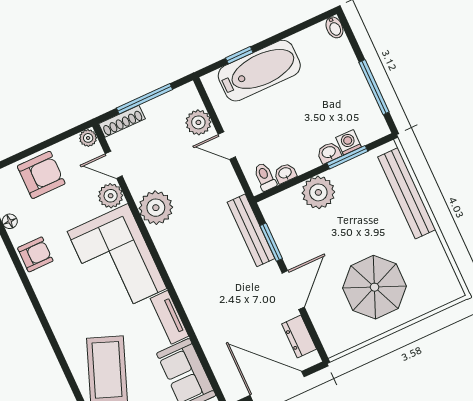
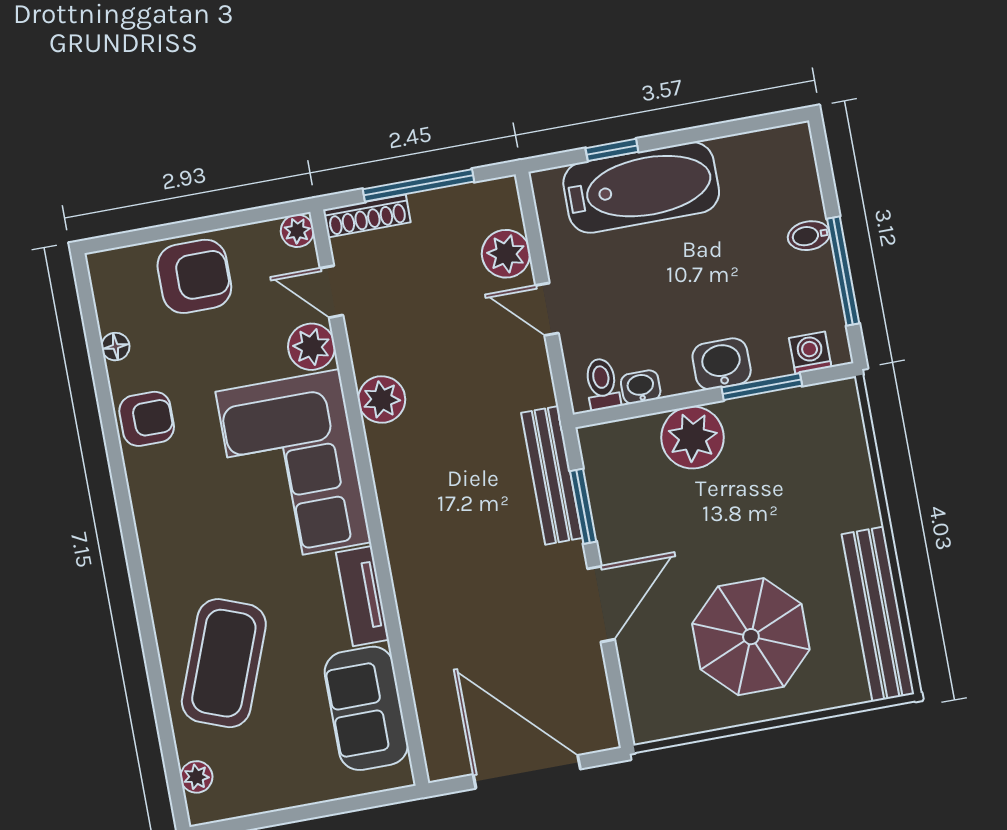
bidet: (334, 27) -> (809, 236), moved, turned 90
washing machine: (349, 142) -> (810, 353), moved
washbasin: (329, 153) -> (722, 364), width x1.38, depth x1.45
bench: (407, 193) -> (878, 614), moved
plant: (156, 208) -> (382, 400), width x0.73, depth x0.73
dresser: (299, 336) -> (590, 692), removed

